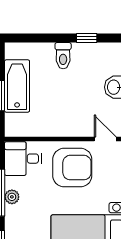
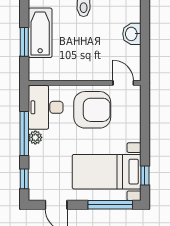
desk: (23, 159) -> (46, 107), width x1.37

